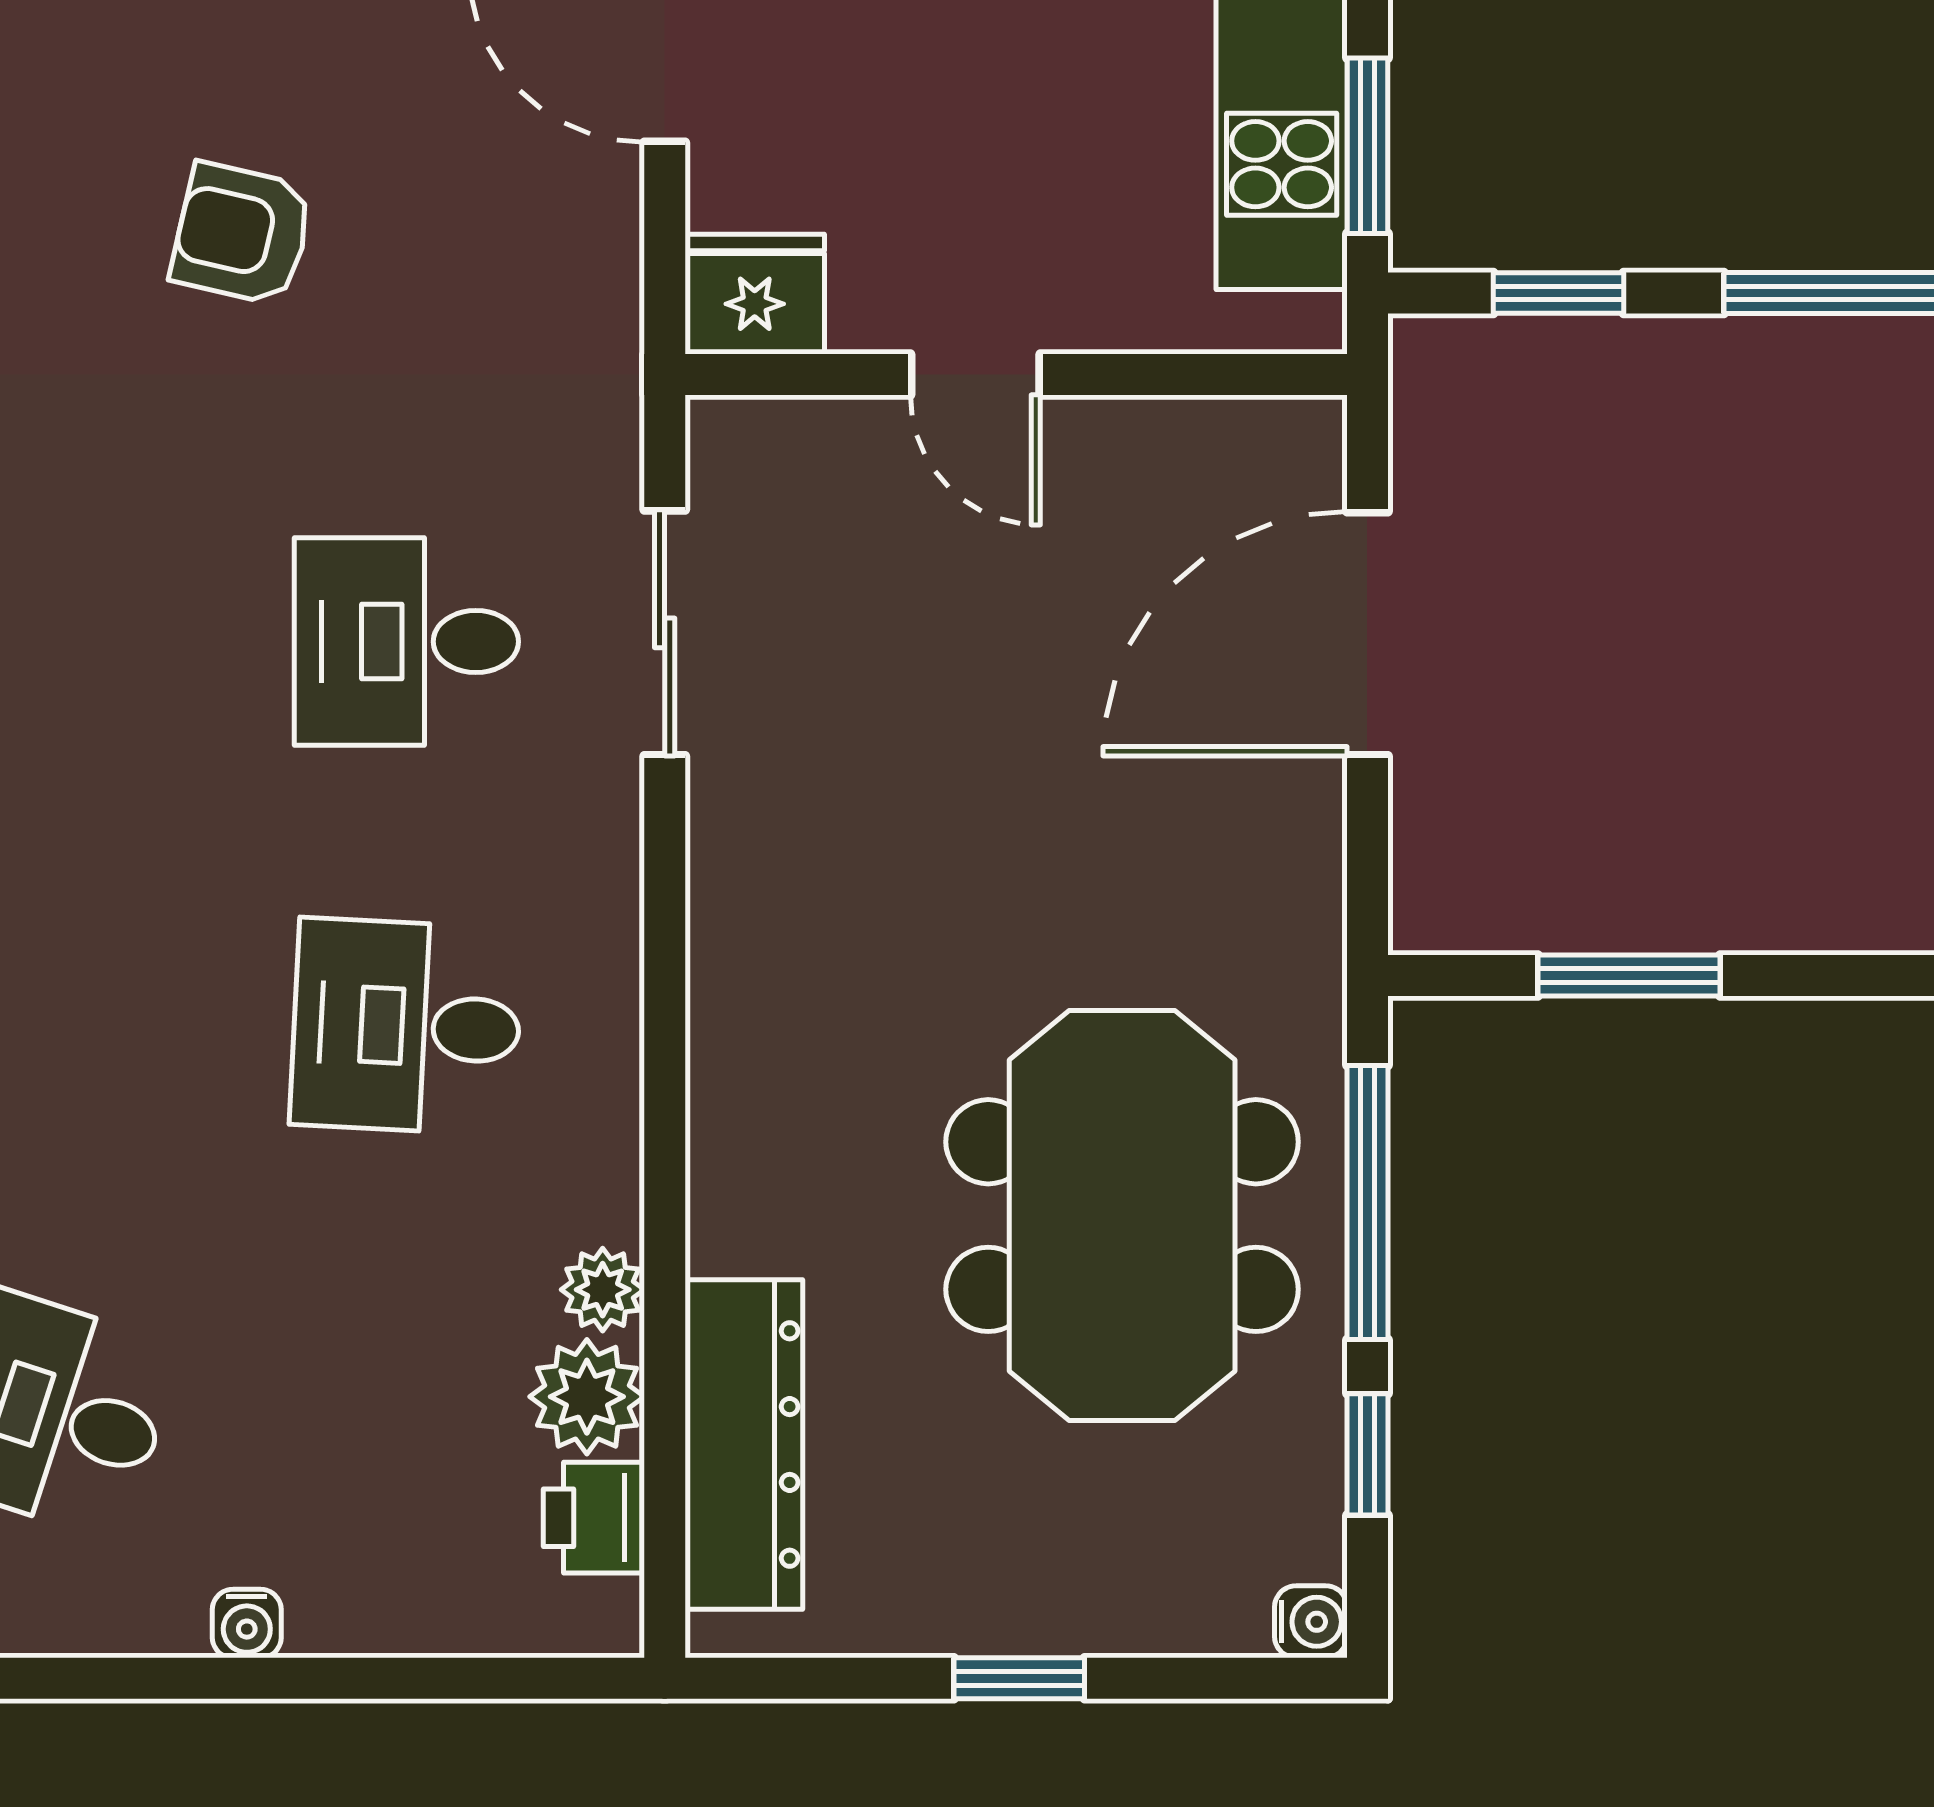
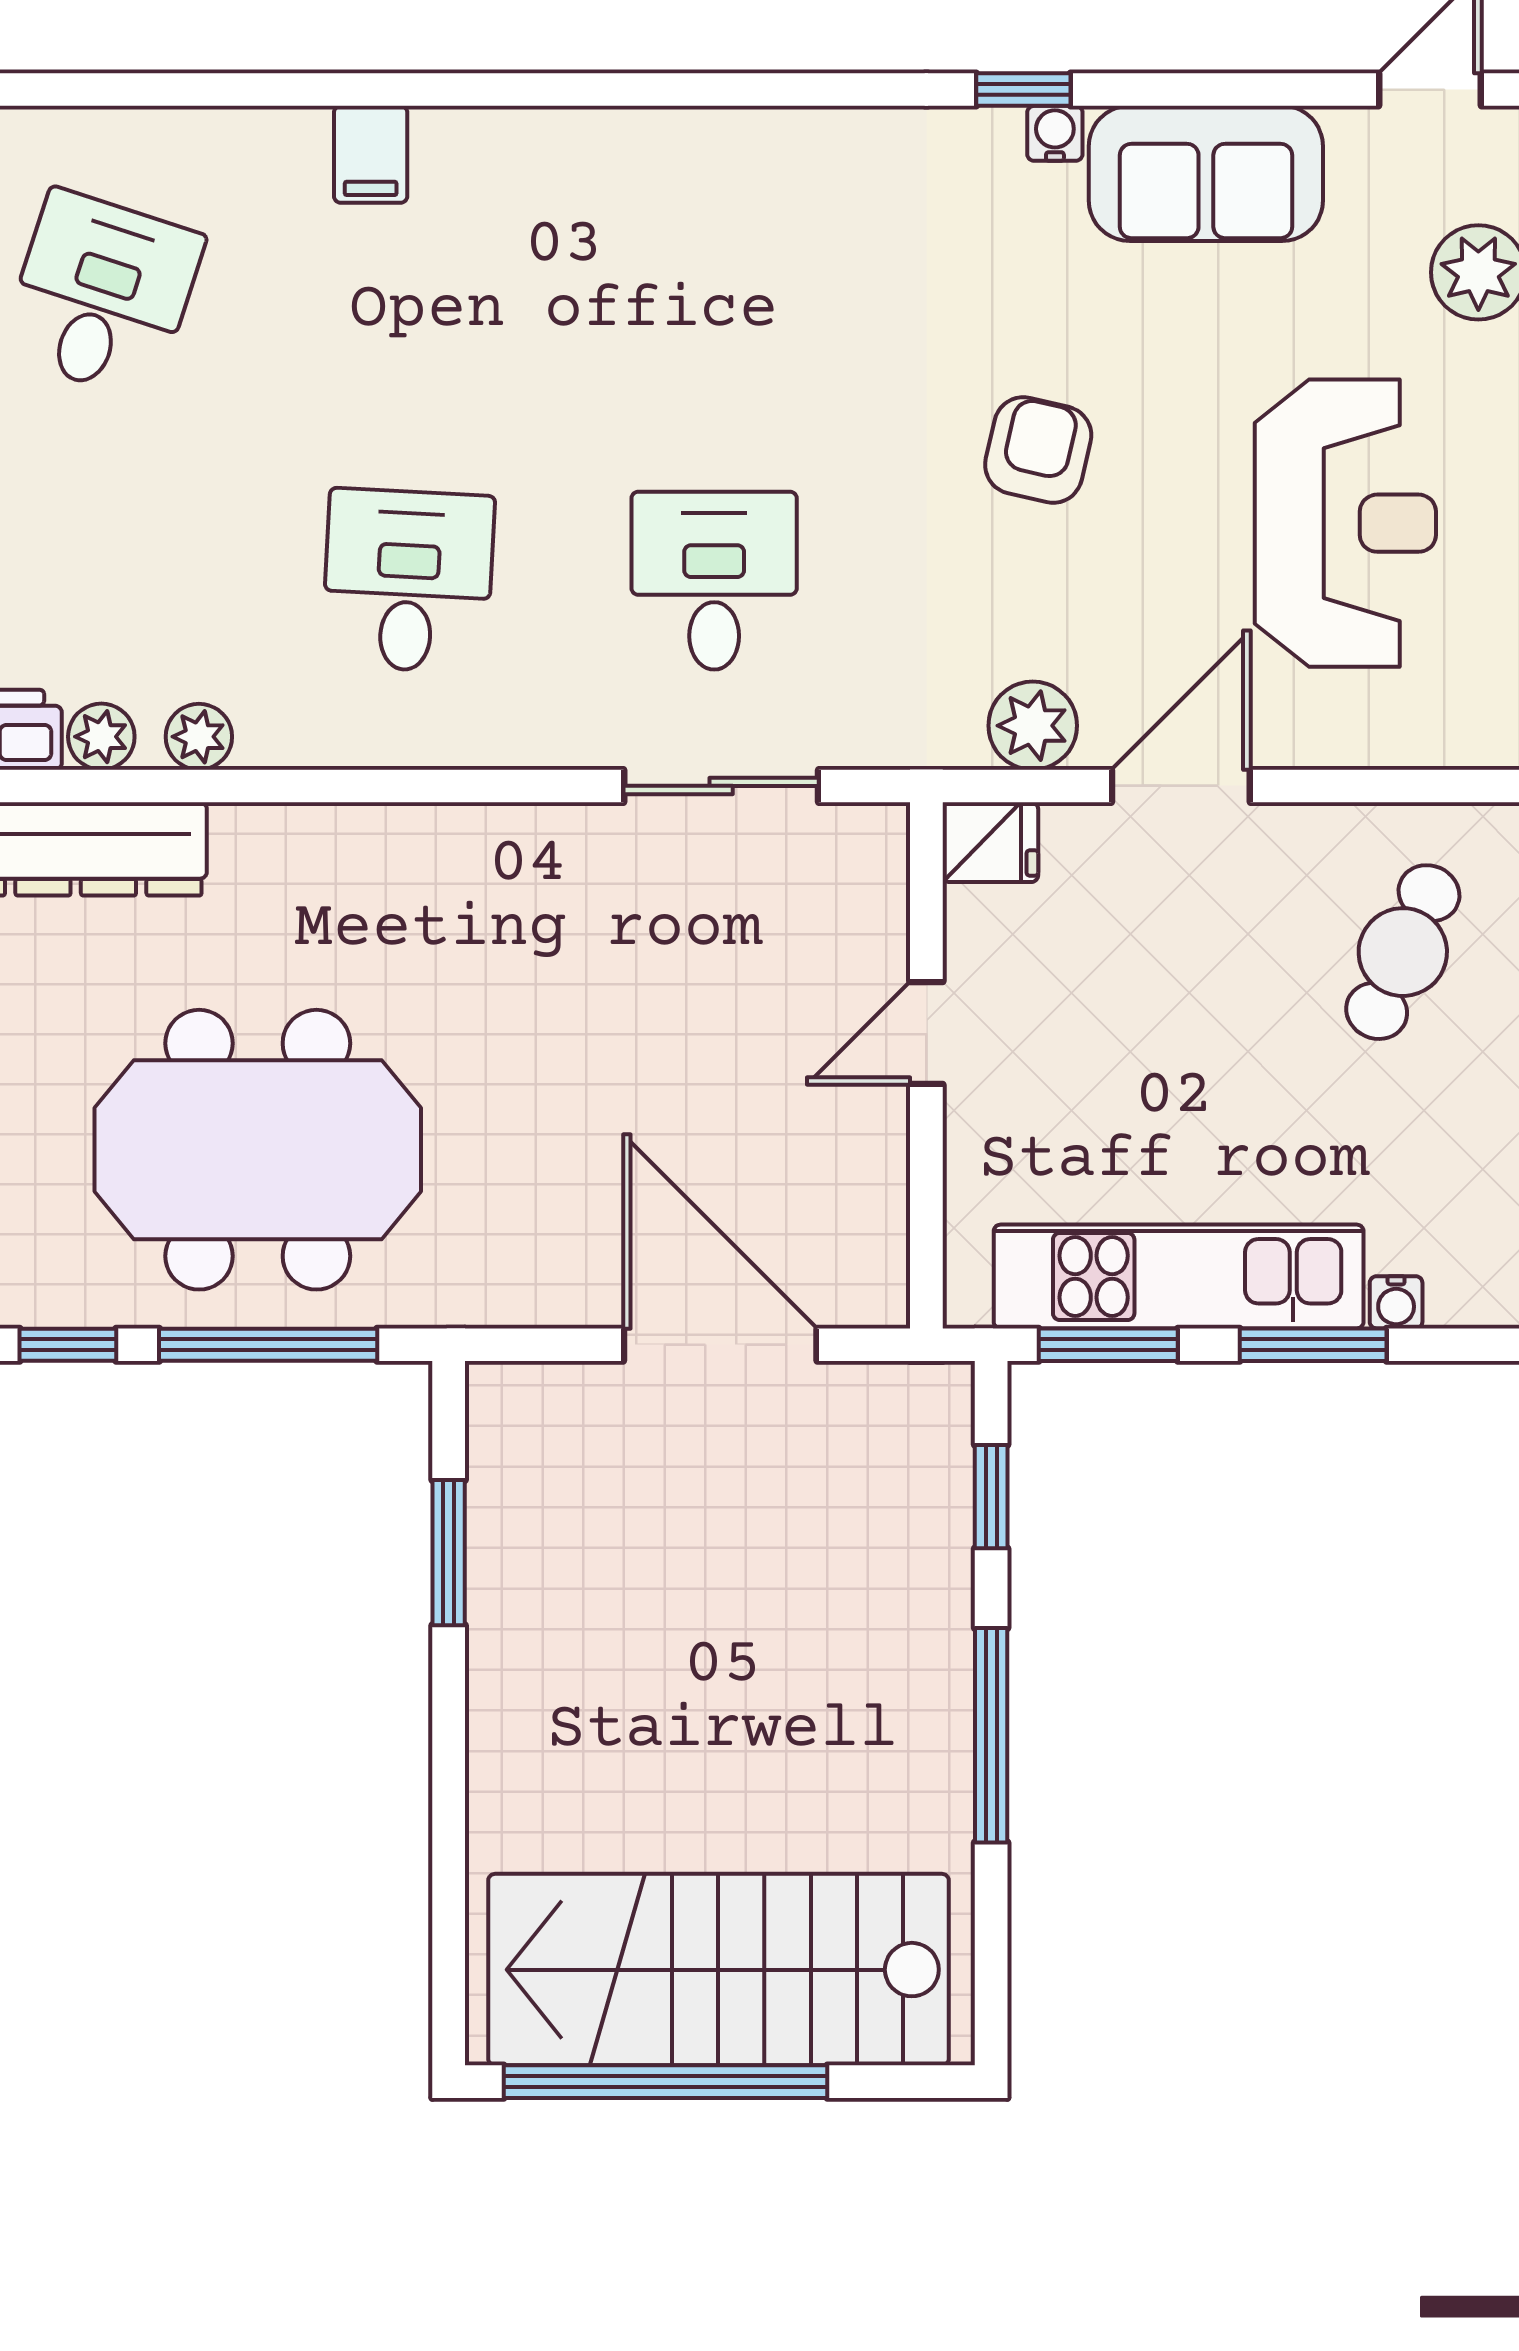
plant: (589, 241) -> (1033, 726), added
fridge: (755, 294) -> (990, 842), width x0.72
plant: (587, 1397) -> (101, 737), width x0.73, depth x0.73

